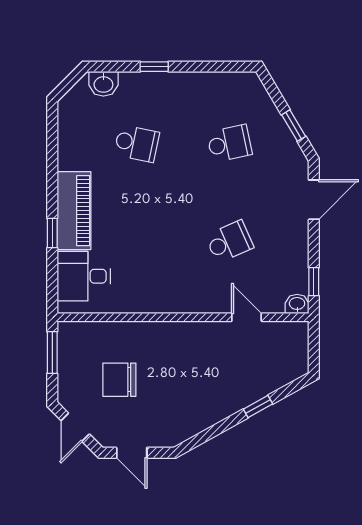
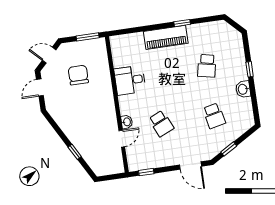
washbasin: (103, 84) -> (243, 89), moved
window: (52, 233) -> (182, 23), moved
desk: (84, 276) -> (130, 80), moved, turned -90
washbasin: (297, 304) -> (127, 122), moved

